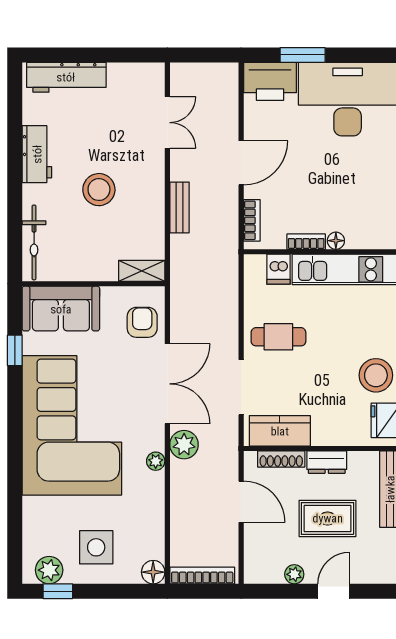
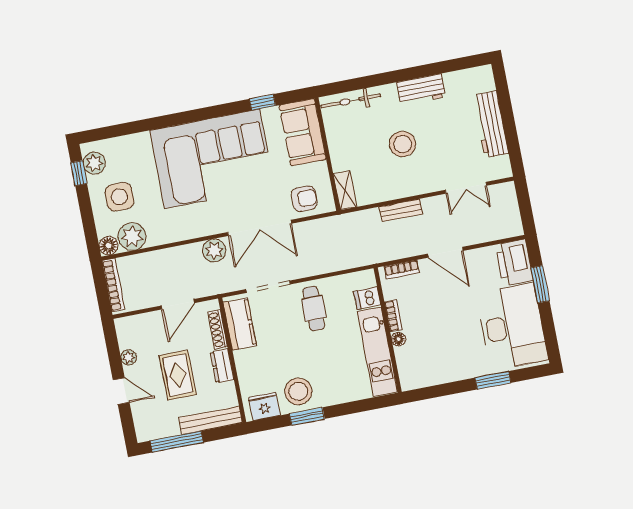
workbench: (66, 77) -> (491, 124), moved
plant: (156, 461) -> (132, 237), moved, width x1.88, depth x1.88

